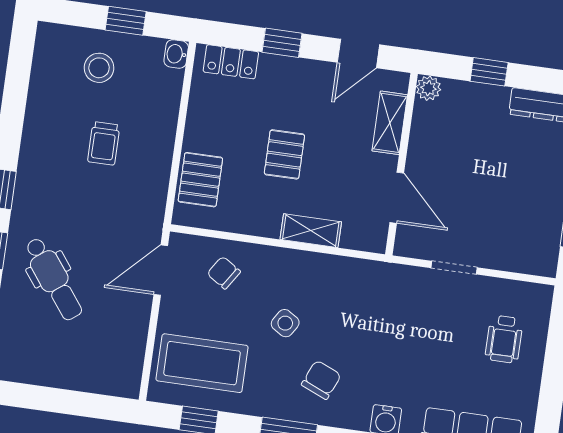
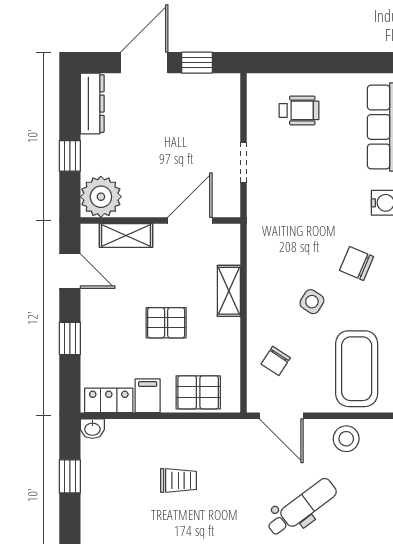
locker: (231, 62) -> (109, 400), moved, turned -90
stool: (99, 68) -> (346, 439), moved
plant: (428, 88) -> (101, 197), width x1.88, depth x1.88
filing cabinet: (205, 122) -> (148, 396), added

